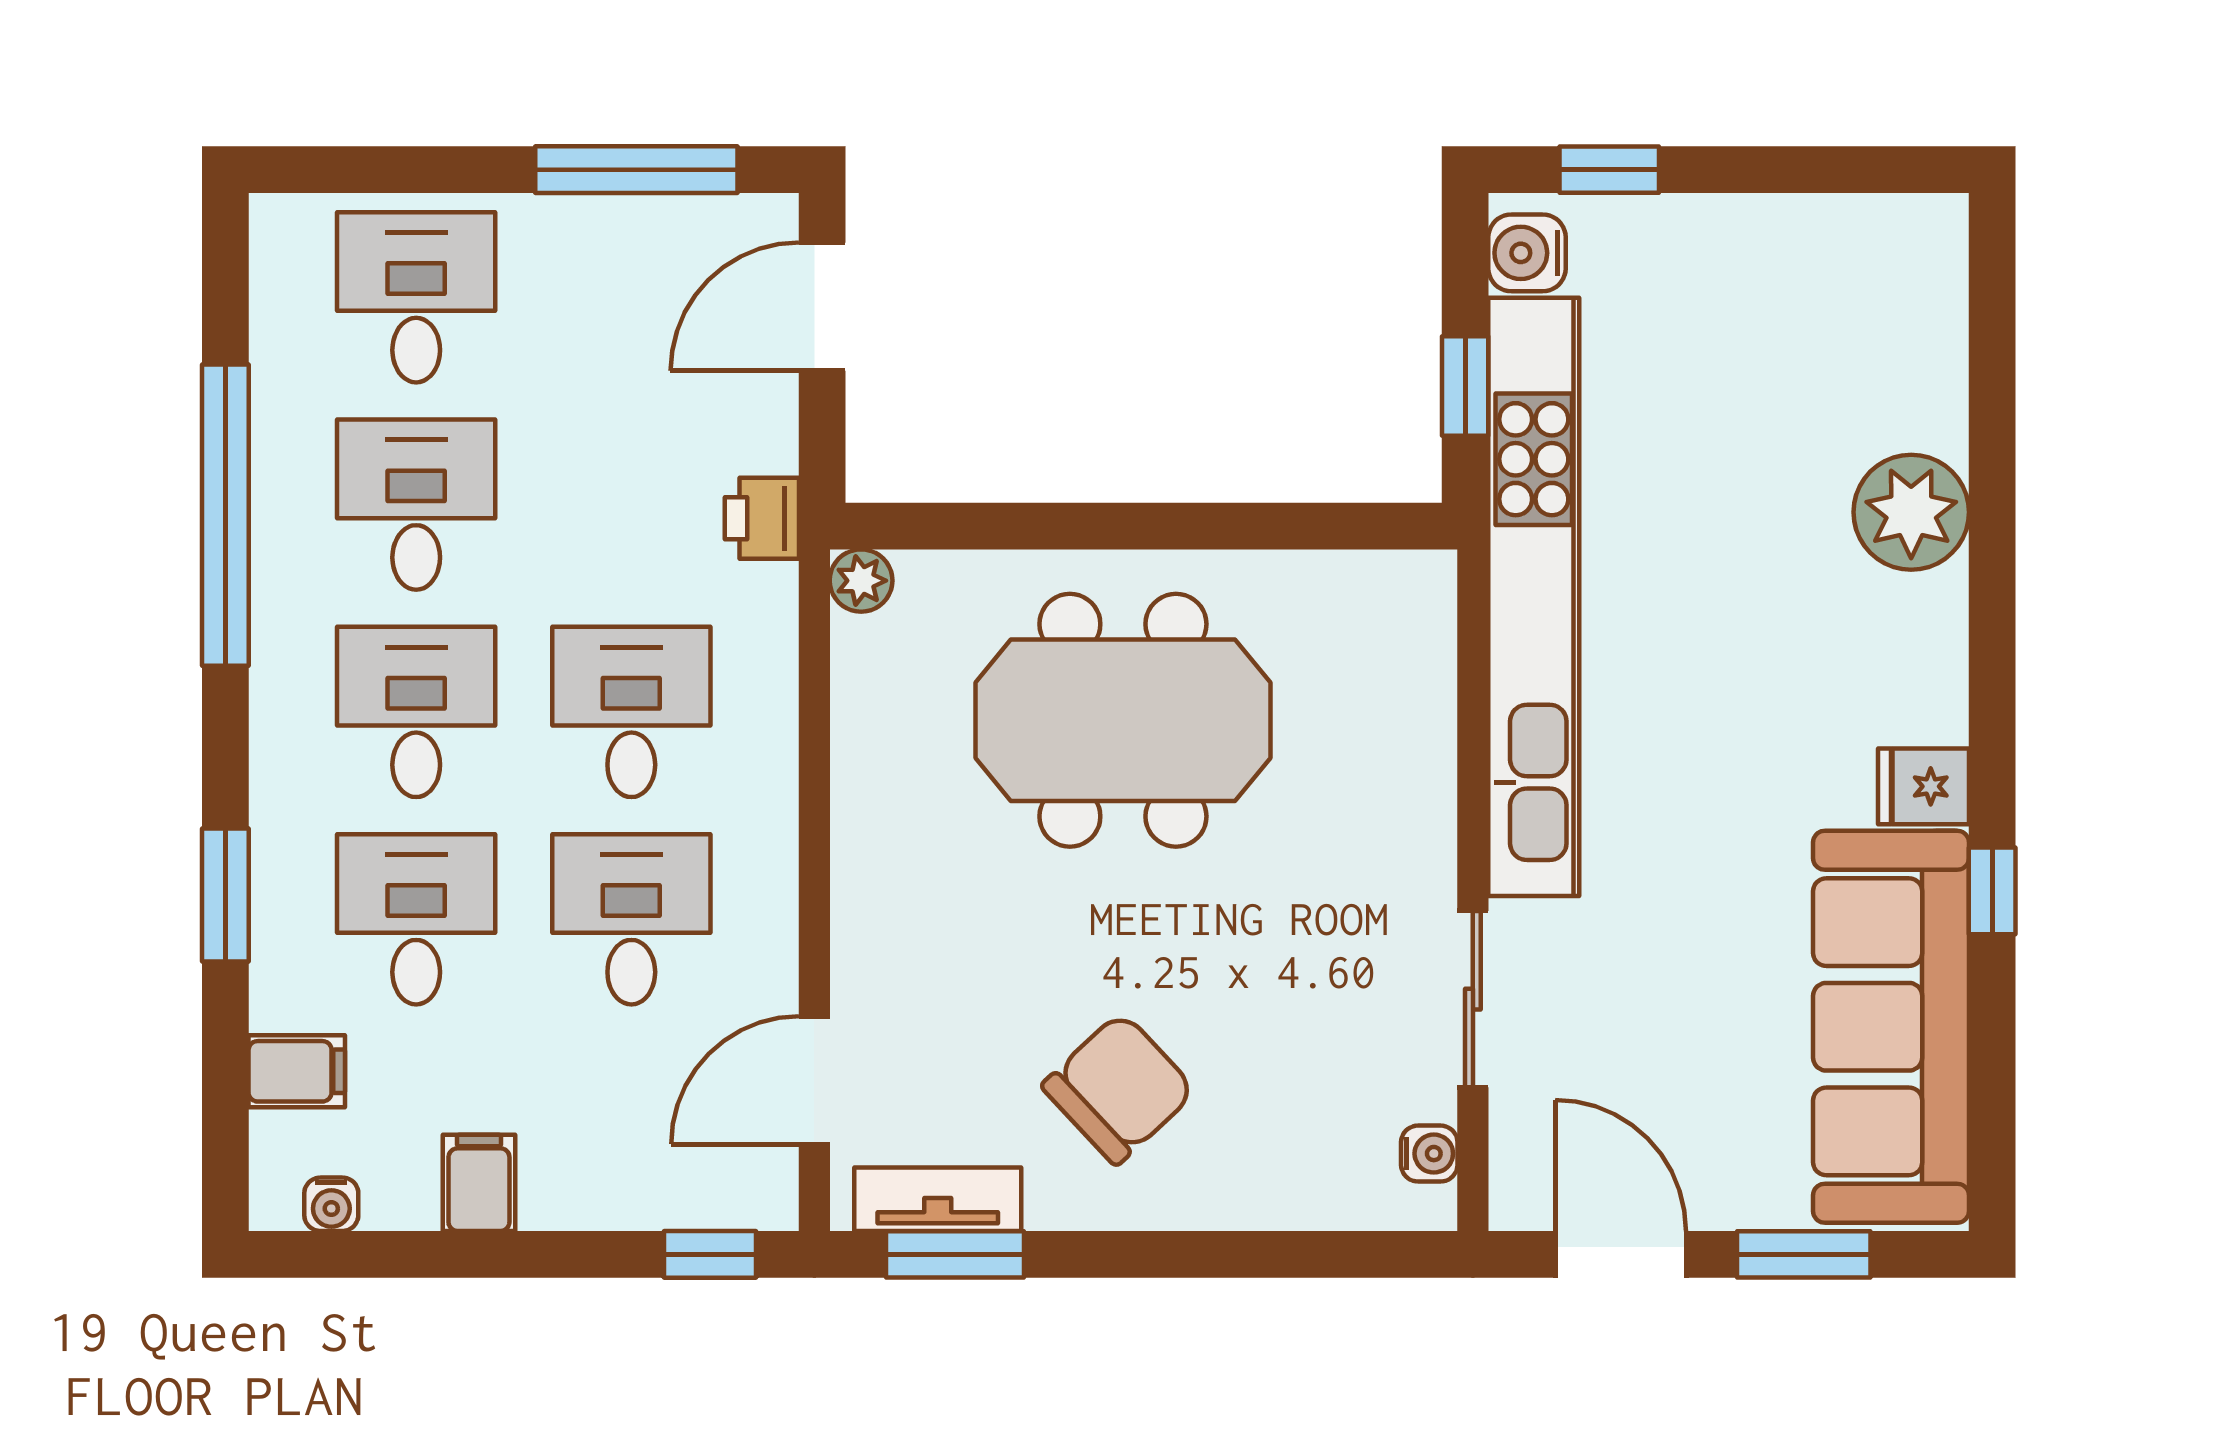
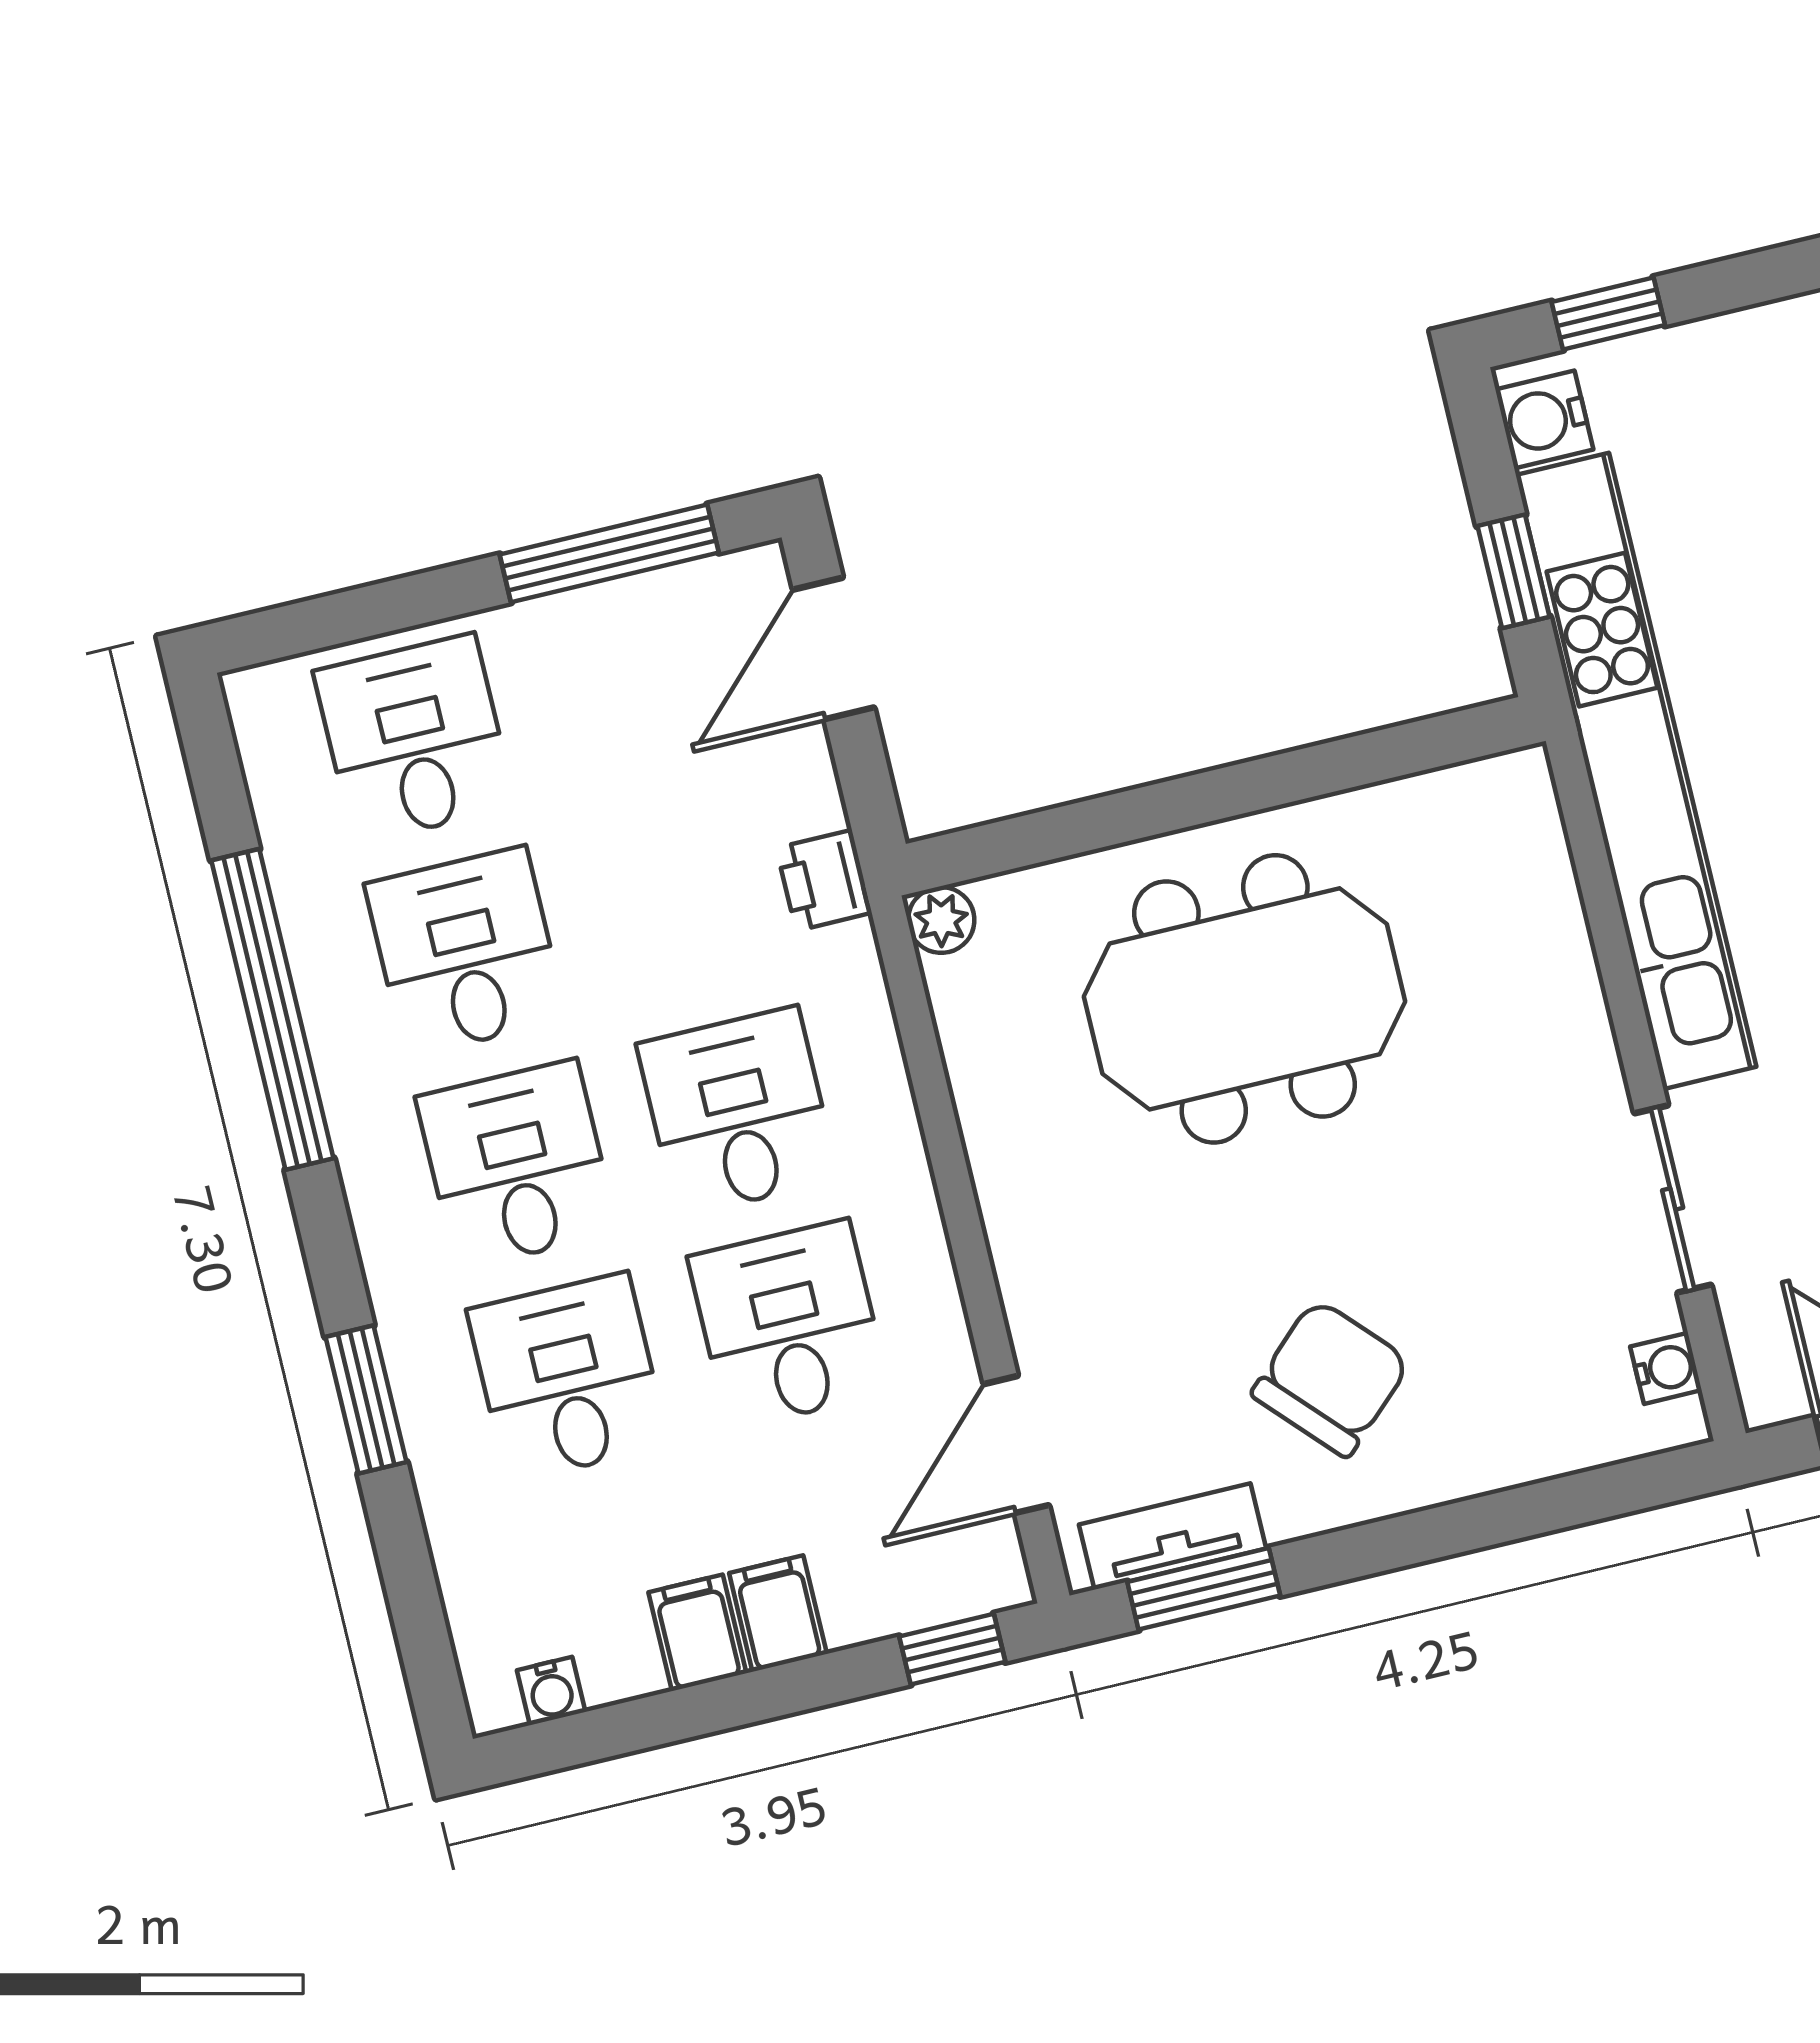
filing cabinet: (297, 1071) -> (778, 1613), moved, turned -90

